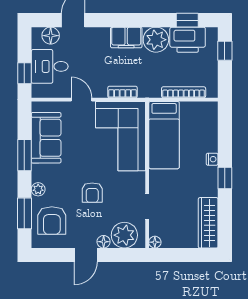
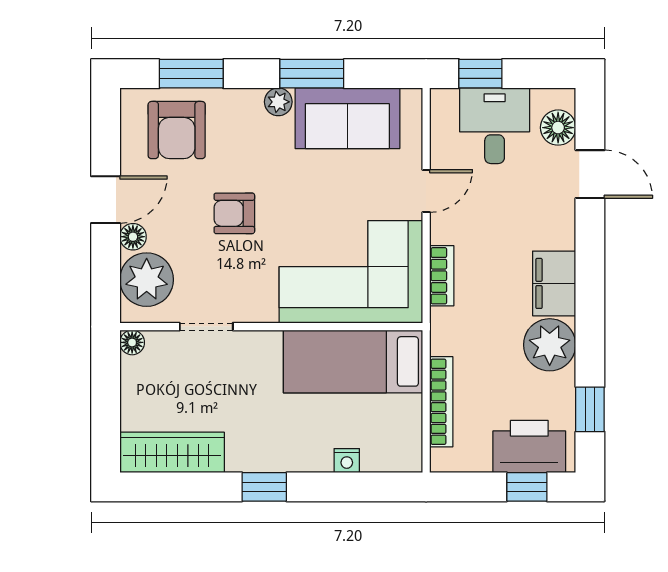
printer: (188, 40) -> (529, 447), moved, turned 90
nightstand: (212, 159) -> (347, 461), moved
plant: (38, 189) -> (278, 102), moved
armchair: (52, 221) -> (177, 130), turned -90
door: (86, 255) -> (106, 200), swing flipped

